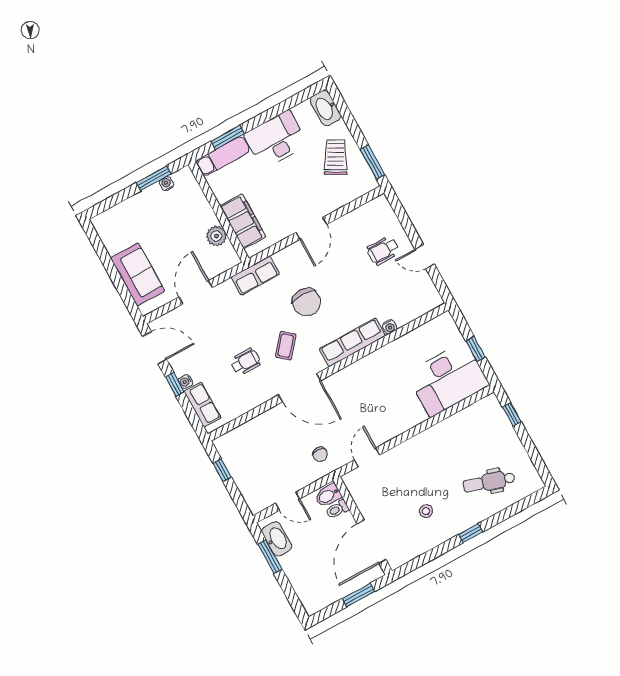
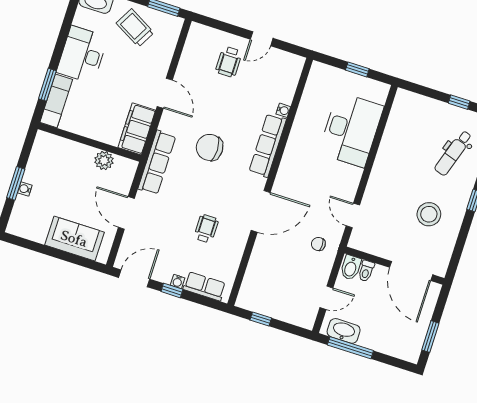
window: (154, 178) -> (16, 183), moved
water cooler: (166, 184) -> (25, 189), moved
filing cabinet: (243, 221) -> (137, 129), moved, turned -90
row of seats: (255, 276) -> (157, 162), width x1.48
chair: (307, 302) -> (210, 147), turned 180
coffee table: (286, 346) -> (224, 191), removed
desk: (448, 379) -> (351, 130), moved
window: (512, 414) -> (459, 102), moved
chair: (320, 454) -> (318, 244), turned 180
stool: (426, 511) -> (429, 214), width x1.89, depth x1.89
window: (270, 557) -> (350, 348), width x1.44
window: (359, 595) -> (430, 337), moved

